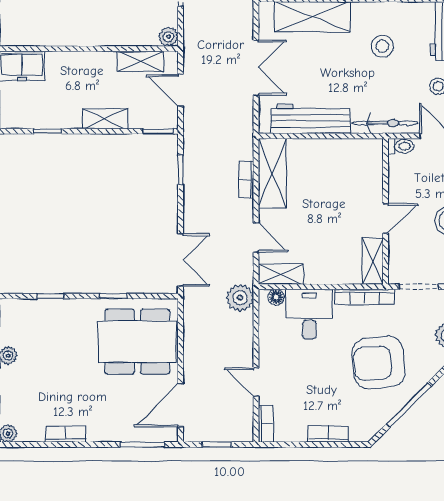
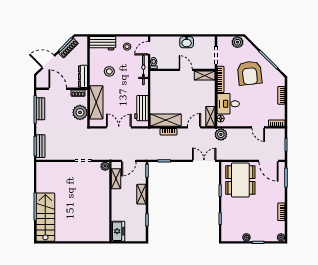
workbench: (310, 119) -> (141, 108), width x0.73
door: (256, 382) -> (258, 127), hinge flipped

